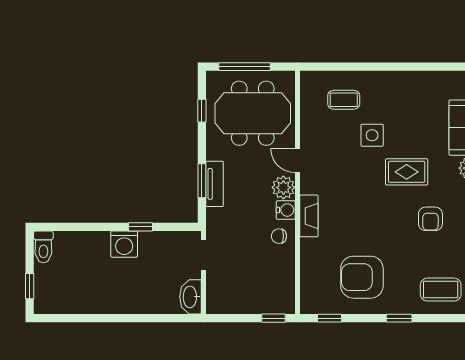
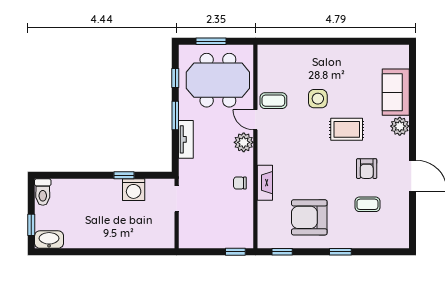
window: (244, 67) -> (211, 41), width x0.69
coffee table: (344, 100) -> (273, 101), moved
window: (202, 181) -> (175, 116), moved
water cooler: (286, 210) -> (246, 161), removed
fireplace: (309, 216) -> (265, 183), moved
washing machine: (124, 244) -> (134, 190), moved
coffee table: (441, 290) -> (367, 204), moved, width x0.73, depth x0.77
washbasin: (190, 297) -> (49, 240), moved, turned 90

